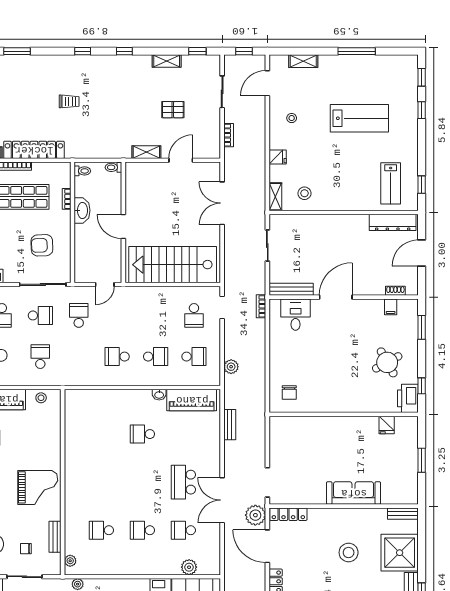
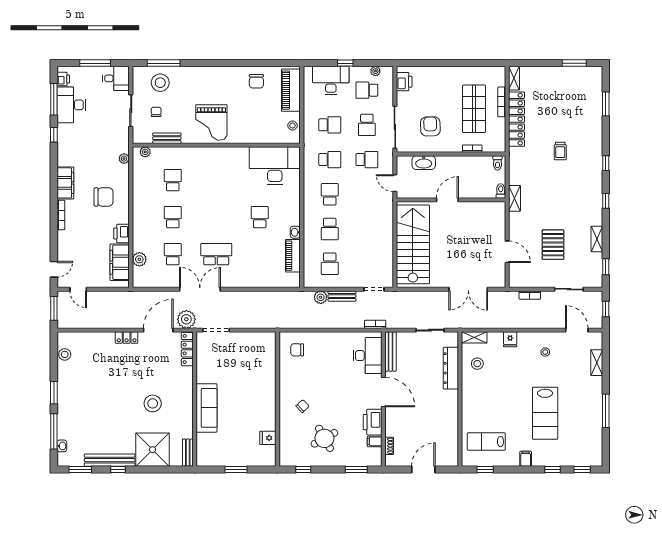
pallet: (173, 110) -> (553, 245), width x1.50, depth x1.42
filing cabinet: (410, 140) -> (526, 459), added
shelving: (146, 152) -> (515, 198), moved
double door: (222, 203) -> (468, 289), swing flipped
washbasin: (82, 210) -> (424, 163), moved
dresser: (393, 222) -> (451, 368), moved
door: (422, 253) -> (423, 470), hinge flipped
school desk: (194, 315) -> (330, 160), moved, turned 180
desk: (296, 315) -> (368, 356), width x1.37
chair: (351, 387) -> (303, 406), added
printer: (408, 398) -> (373, 422), moved, turned -90
piano: (192, 400) -> (293, 256), width x0.73, depth x0.75
desk: (85, 417) -> (275, 166), added
bench: (230, 425) -> (342, 296), moved

